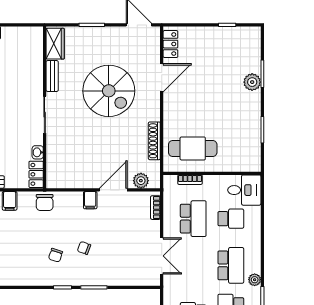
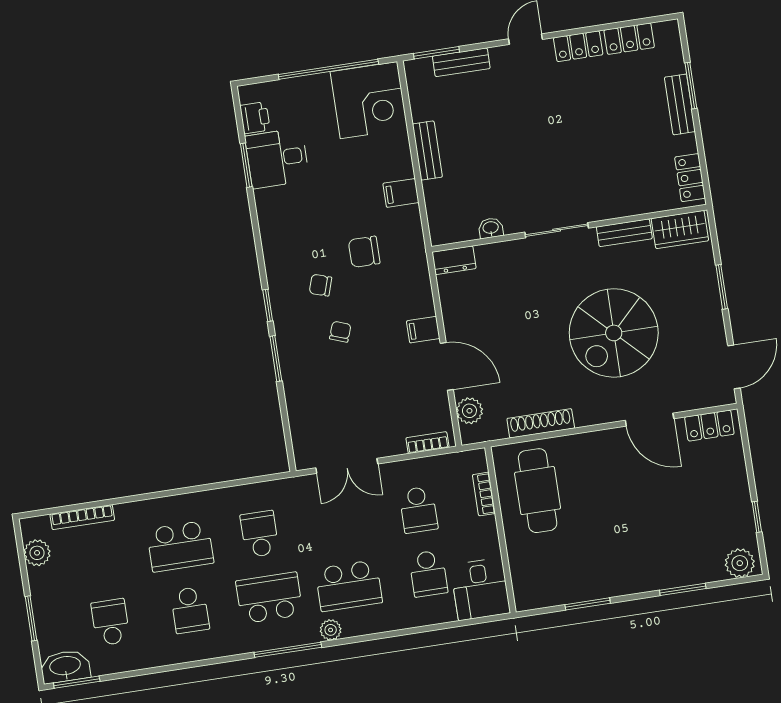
plant: (252, 82) -> (740, 563), moved
locker: (36, 174) -> (690, 178), moved, turned -90
dresser: (53, 176) -> (454, 260), added
chair: (45, 202) -> (364, 252), moved
school desk: (193, 219) -> (418, 510), width x0.54

